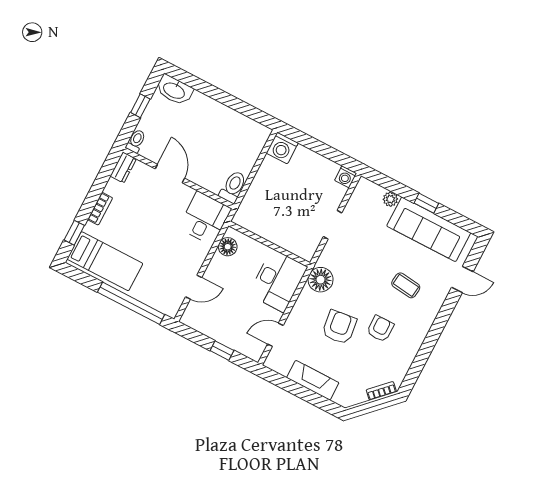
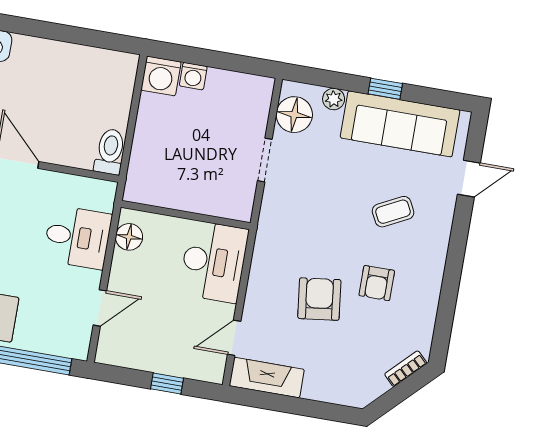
washing machine: (346, 177) -> (193, 76), moved
desk: (205, 218) -> (77, 237), moved, turned 90
floor lamp: (321, 280) -> (294, 115), moved
coffee table: (406, 285) -> (393, 212), turned -34
armchair: (380, 329) -> (377, 283), turned 180
fireplace: (313, 380) -> (267, 378), moved

